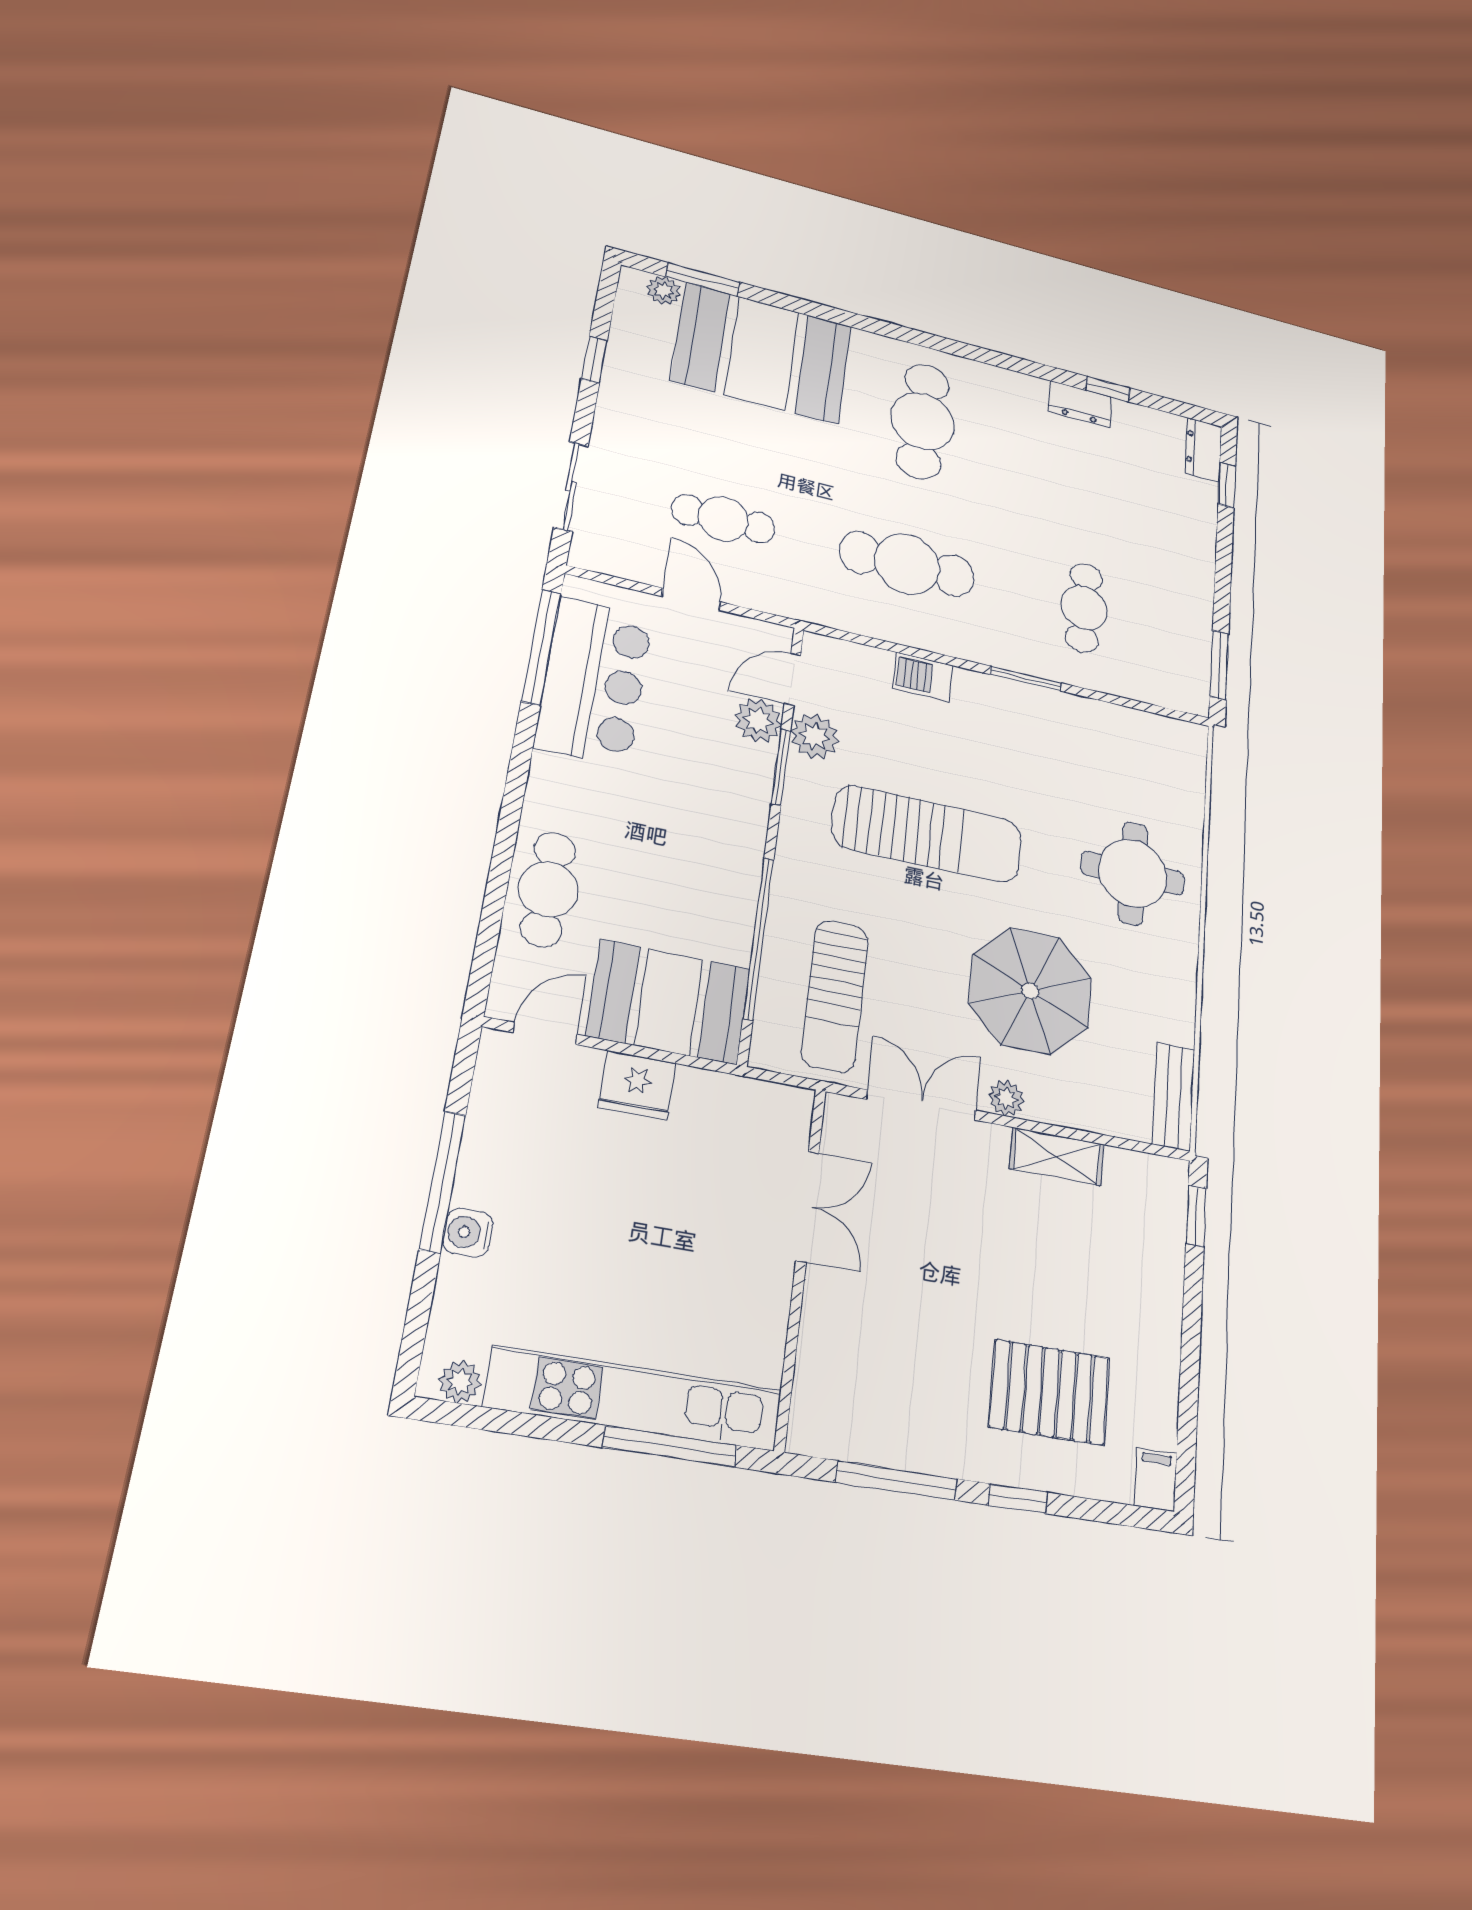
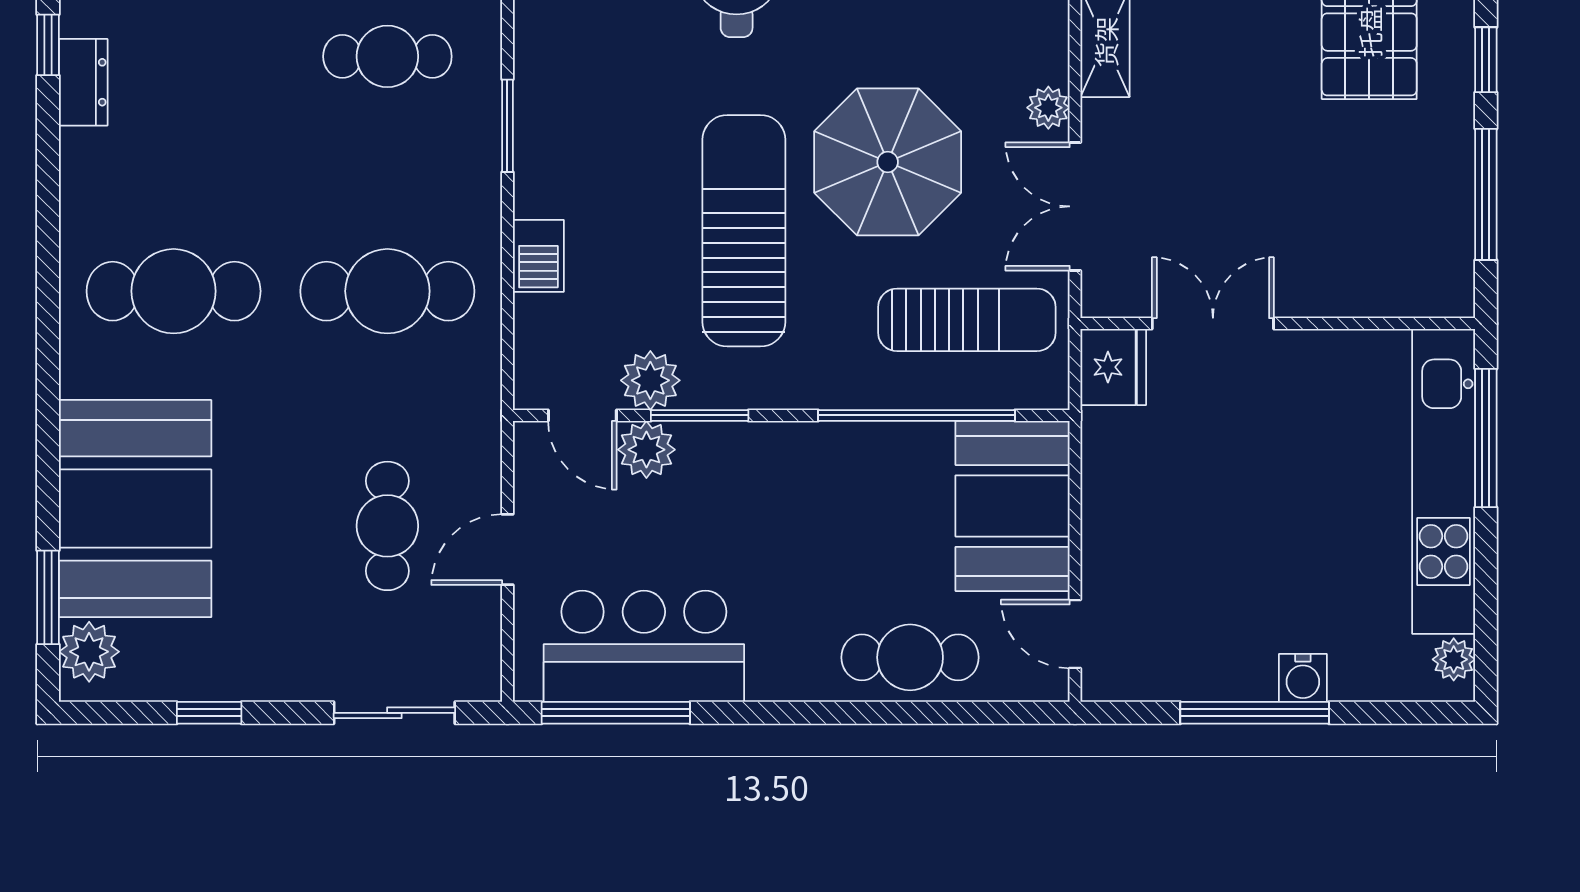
plant: (664, 291) -> (89, 652), width x1.38, depth x1.38
cafe table: (907, 564) -> (387, 291), turned 90
parasol: (1030, 991) -> (888, 162), moved
fridge: (637, 1085) -> (1113, 367), moved

